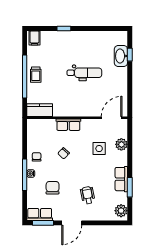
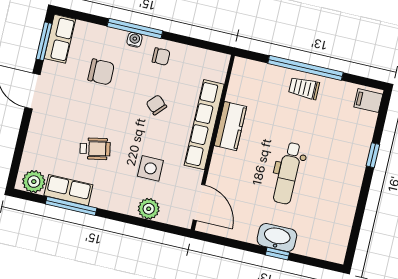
window: (130, 55) -> (277, 254), moved
washbasin: (121, 56) -> (277, 237), moved
kitchen counter: (40, 110) -> (230, 126), moved
row of seats: (68, 125) -> (204, 125), width x2.02
row of seats: (121, 179) -> (68, 190), moved
window: (130, 187) -> (71, 206), width x1.44
wheelchair: (88, 195) -> (95, 149), moved

